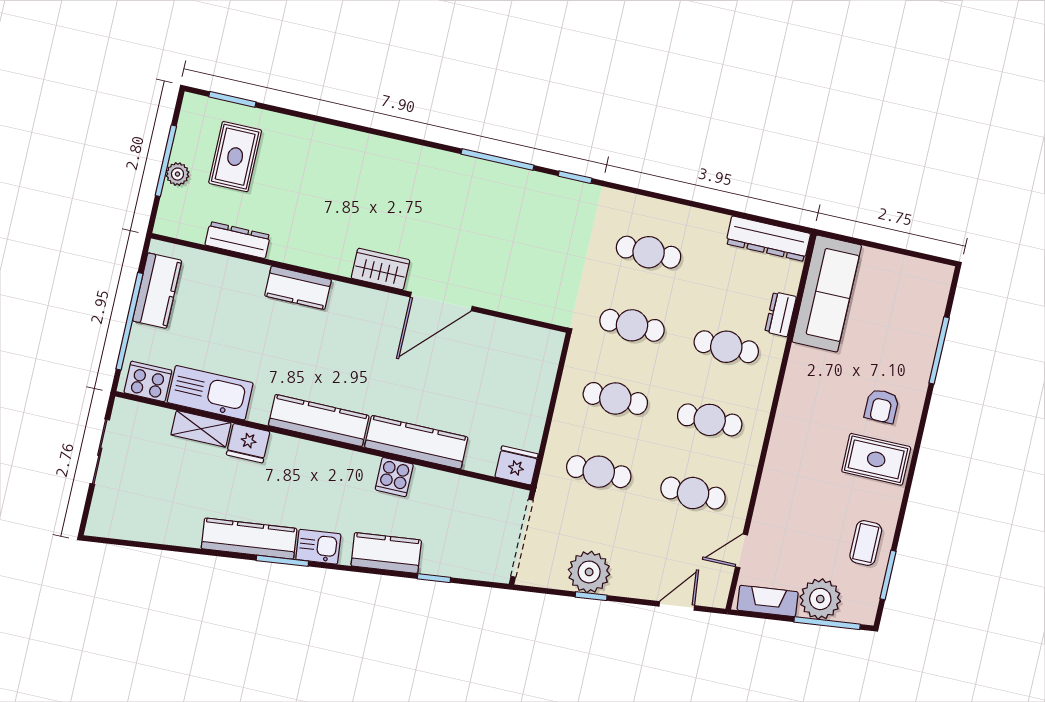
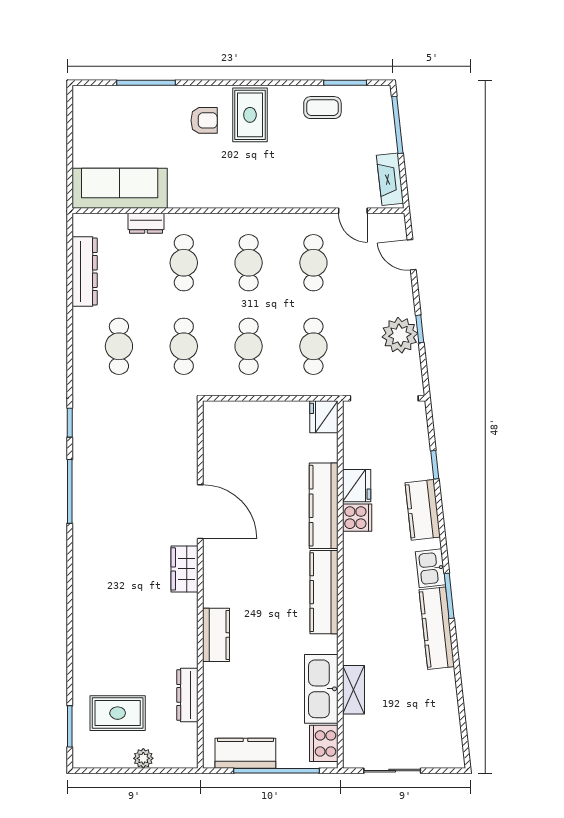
window: (166, 161) -> (134, 771), removed
dresser: (768, 239) -> (85, 271), moved
fridge: (248, 443) -> (357, 486), moved
plant: (820, 599) -> (378, 135), removed

